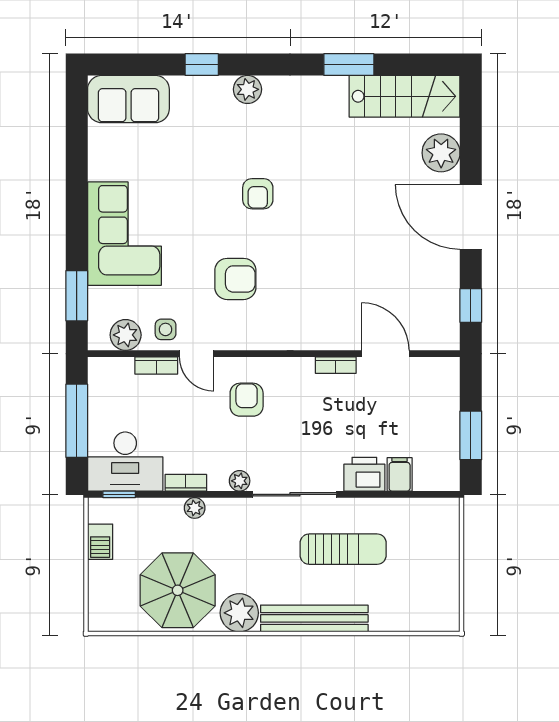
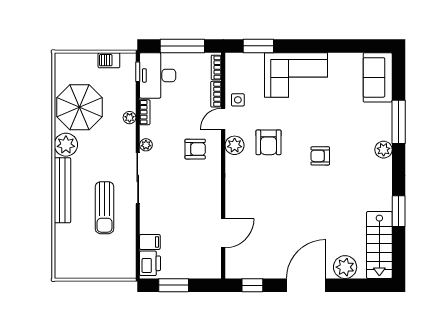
window: (202, 65) -> (399, 122), width x2.17
plant: (126, 335) -> (235, 145), moved
bookcase: (336, 365) -> (216, 67), moved
printer: (364, 474) -> (150, 263), moved

